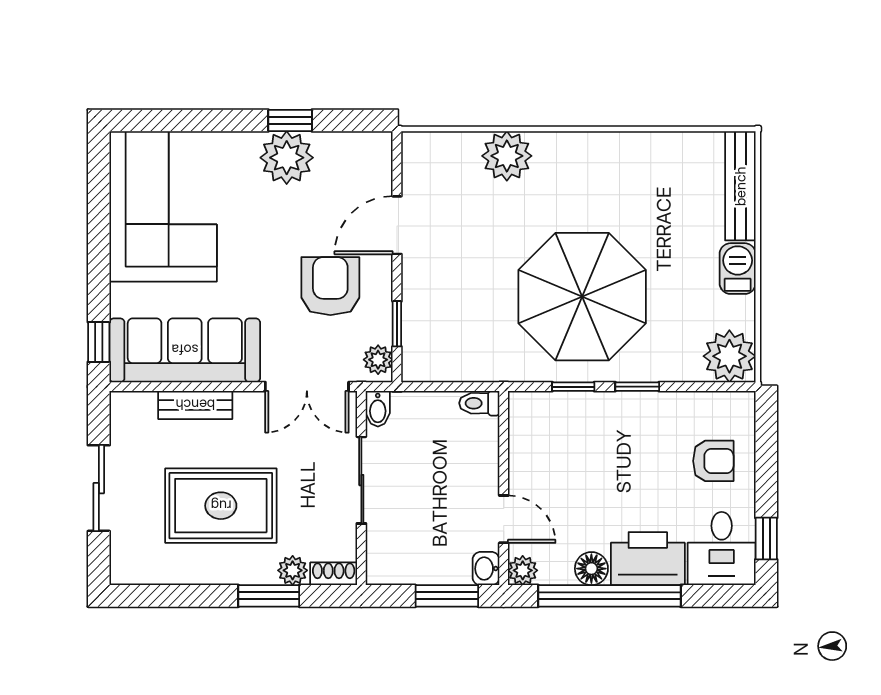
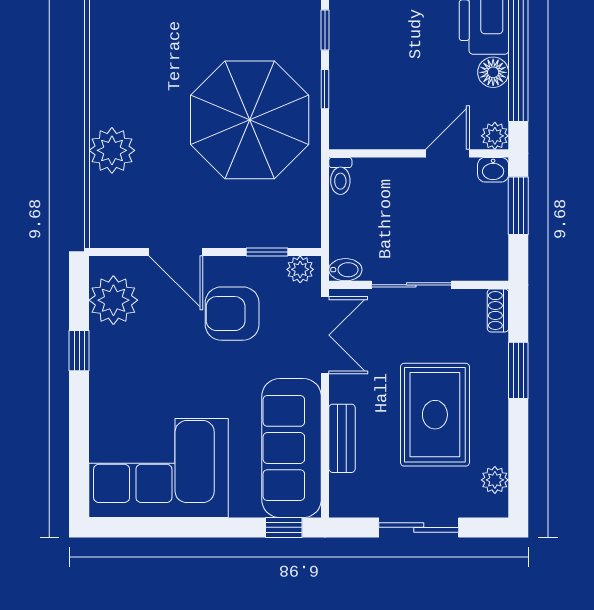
plant: (287, 158) -> (113, 300), moved
parasol: (582, 297) -> (250, 120), moved
plant: (293, 570) -> (495, 480), moved

